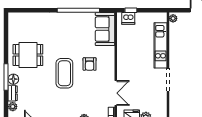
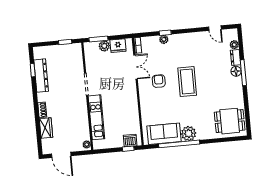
plant: (68, 20) -> (189, 133), added
sofa: (105, 29) -> (164, 134), moved, turned -90
dining table: (28, 55) -> (230, 121), moved
armchair: (90, 64) -> (159, 81), moved
double door: (116, 93) -> (136, 67), swing flipped

